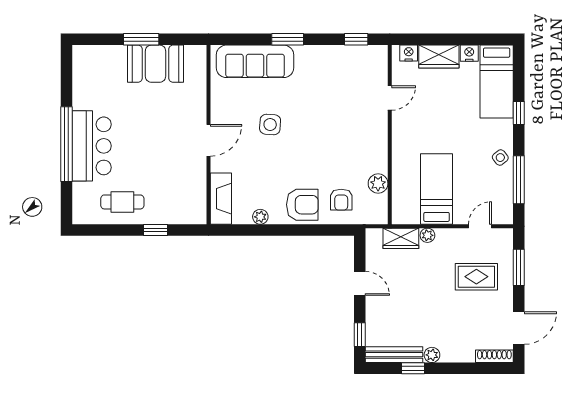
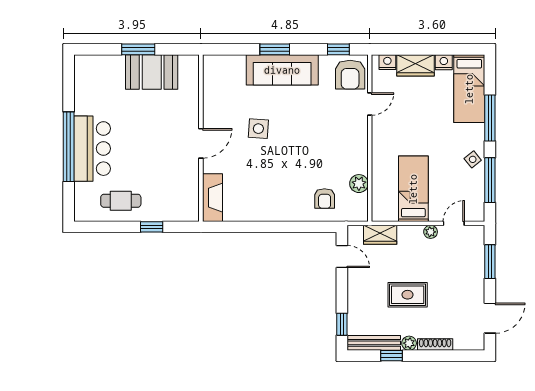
sofa: (255, 61) -> (282, 70), moved
window: (519, 113) -> (490, 118), width x2.17
armchair: (302, 205) -> (350, 75), moved, turned 90
plant: (260, 217) -> (249, 215), removed
plant: (427, 235) -> (431, 232), moved
rug: (476, 277) -> (408, 295), moved
door: (360, 283) -> (342, 257), moved
shoe rack: (494, 356) -> (435, 344), moved

